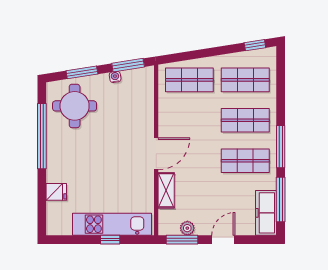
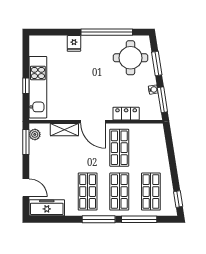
shop shelf: (189, 80) -> (119, 148), moved
locker: (146, 112) -> (126, 114), added
fridge: (56, 192) -> (74, 43), moved
window: (281, 200) -> (139, 219), moved
plant: (187, 228) -> (35, 134), moved
door: (223, 240) -> (26, 188), moved

